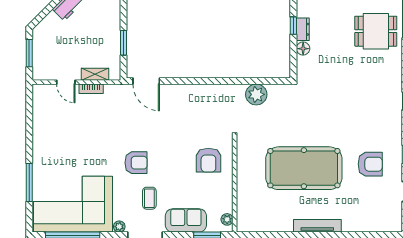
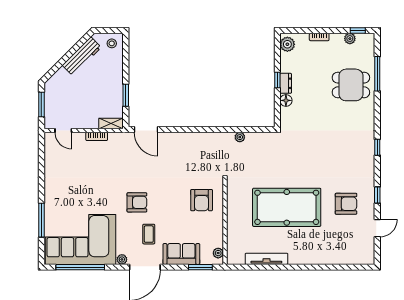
shelving: (95, 74) -> (111, 123), moved
door: (66, 82) -> (63, 131), moved
plant: (256, 94) -> (240, 137), width x0.53, depth x0.53
tv unit: (317, 226) -> (266, 259), moved

